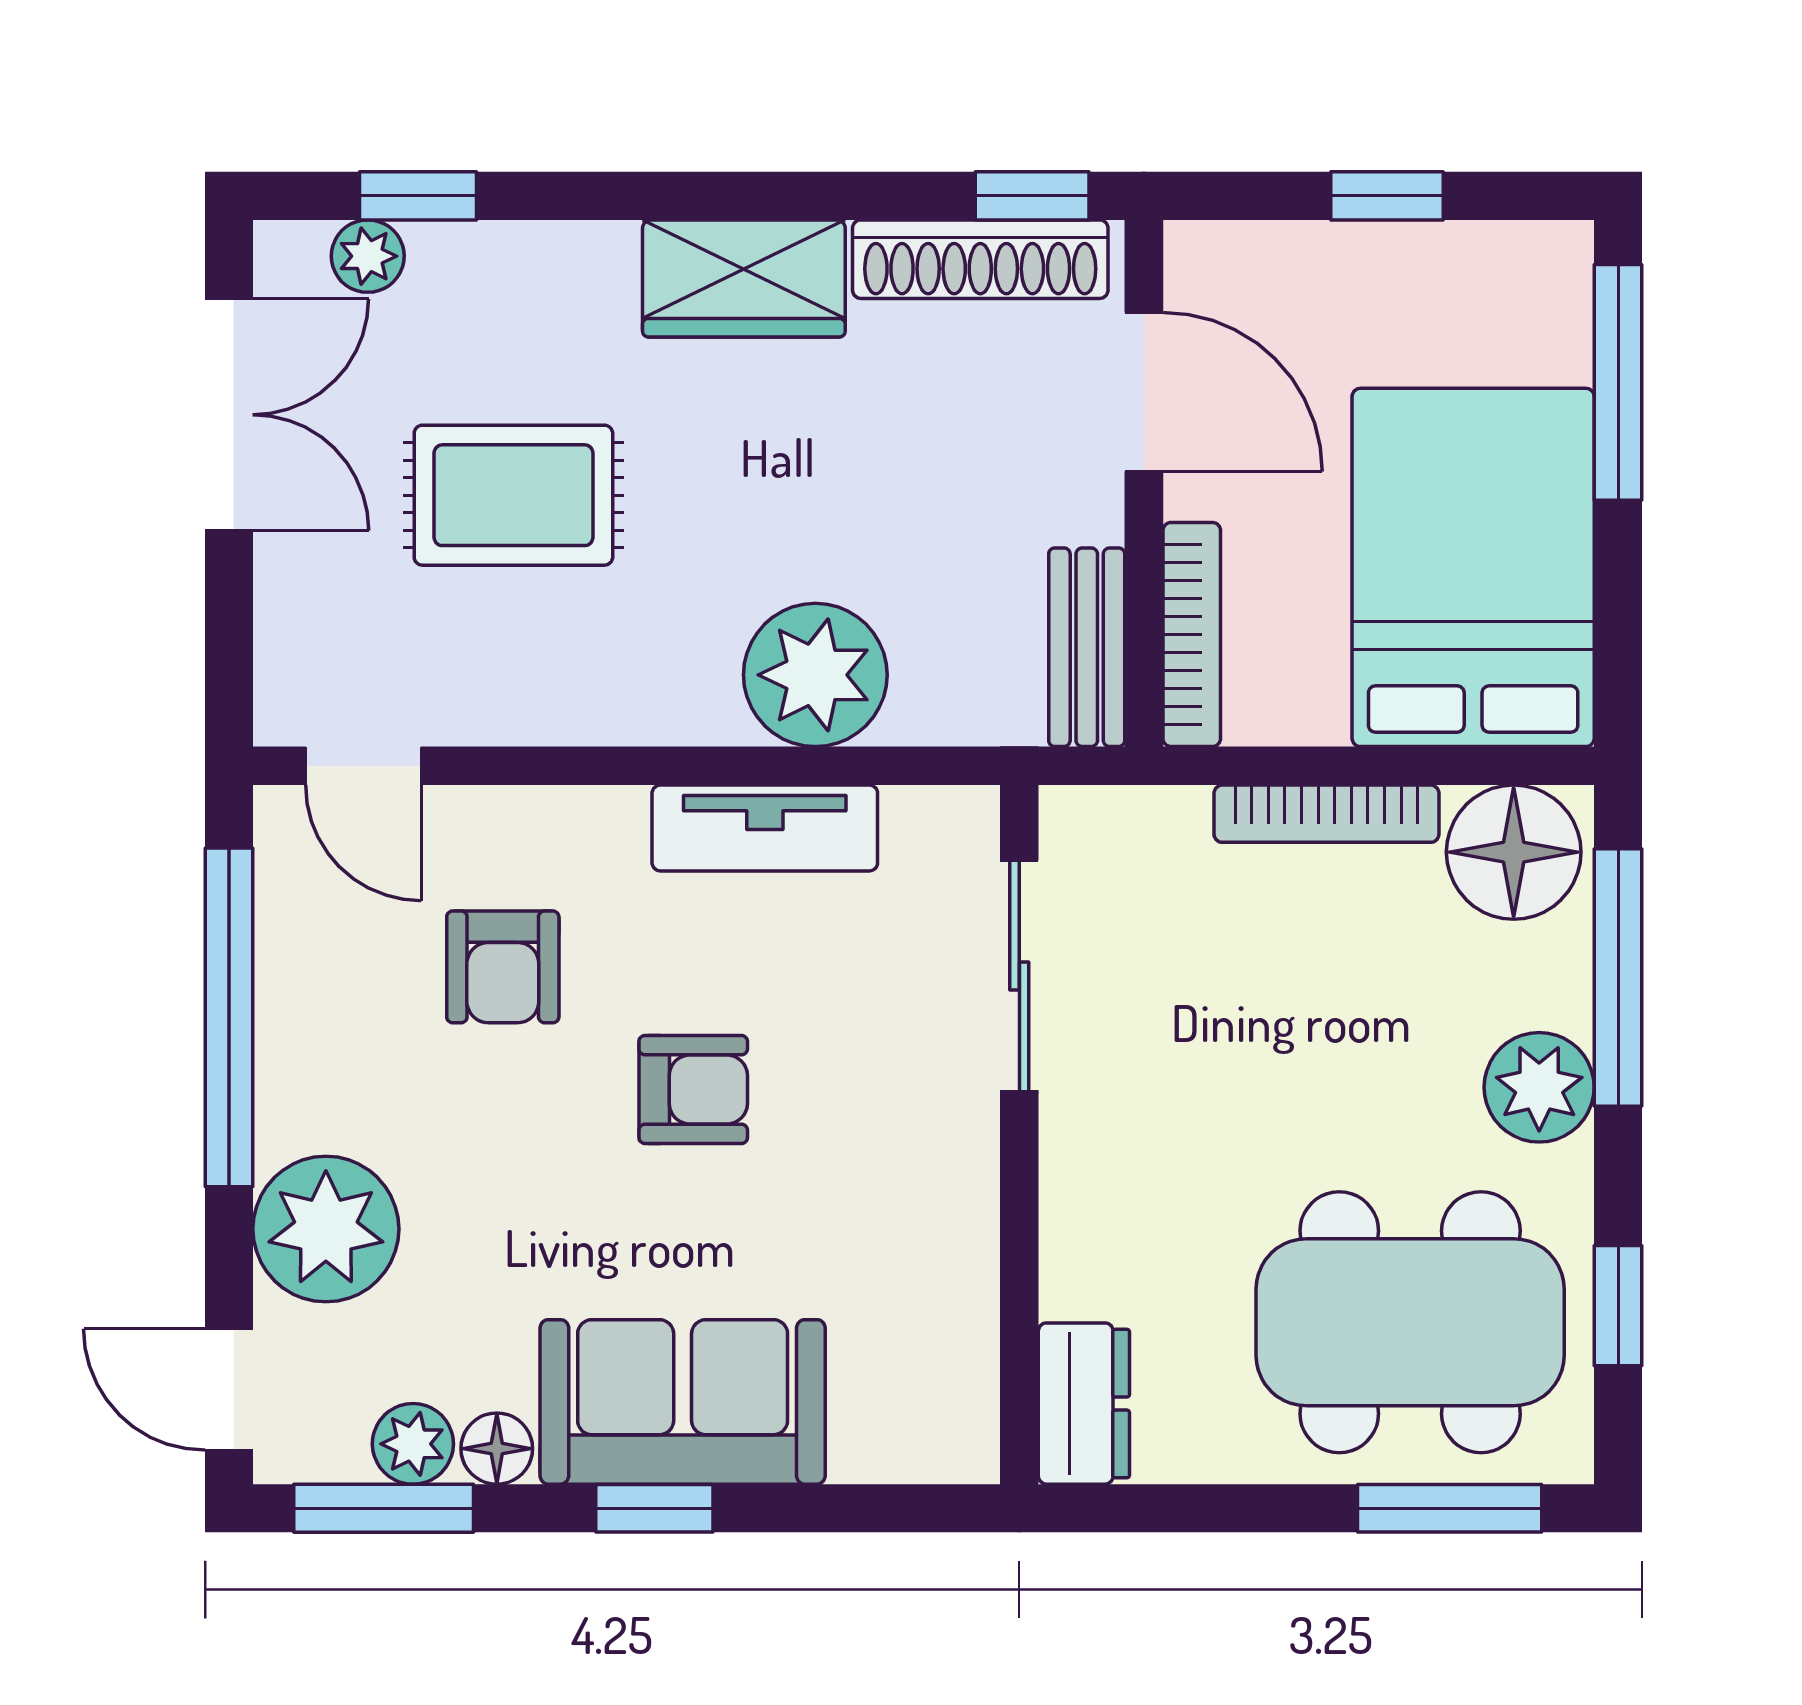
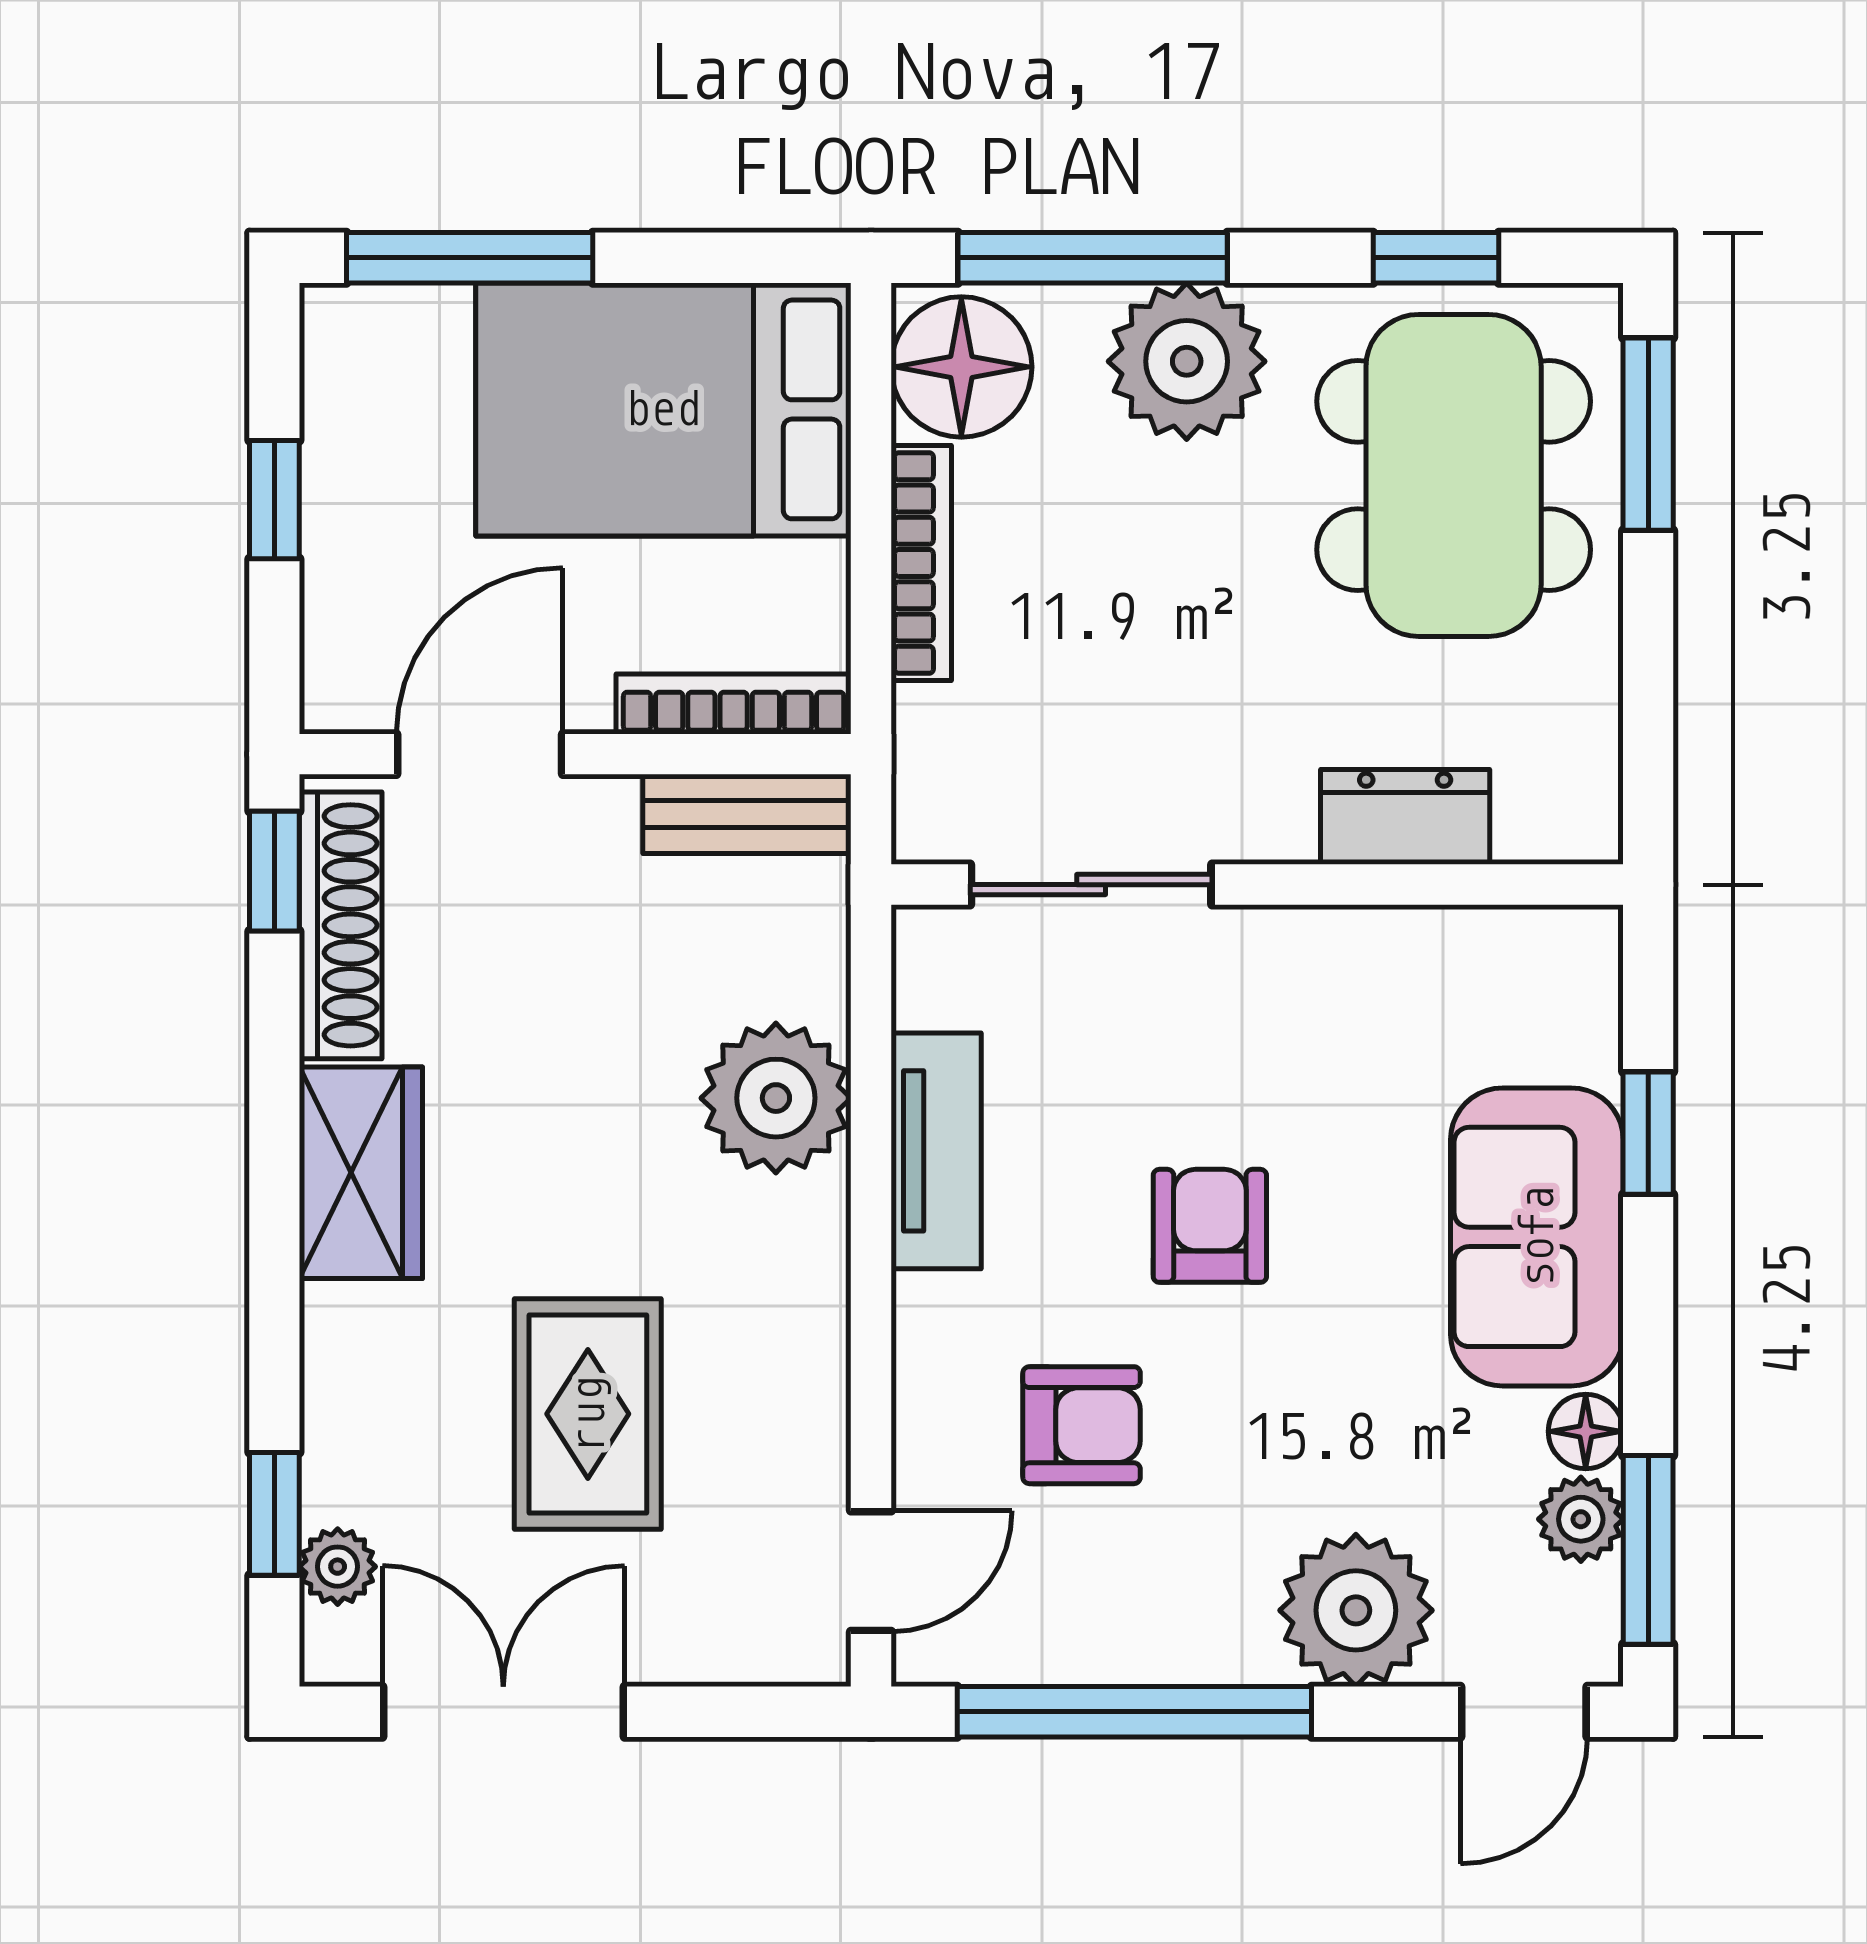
plant: (1539, 1087) -> (1187, 361), width x1.36, depth x1.36
dresser: (1084, 1404) -> (1405, 817), moved
window: (654, 1508) -> (1648, 1133), moved

